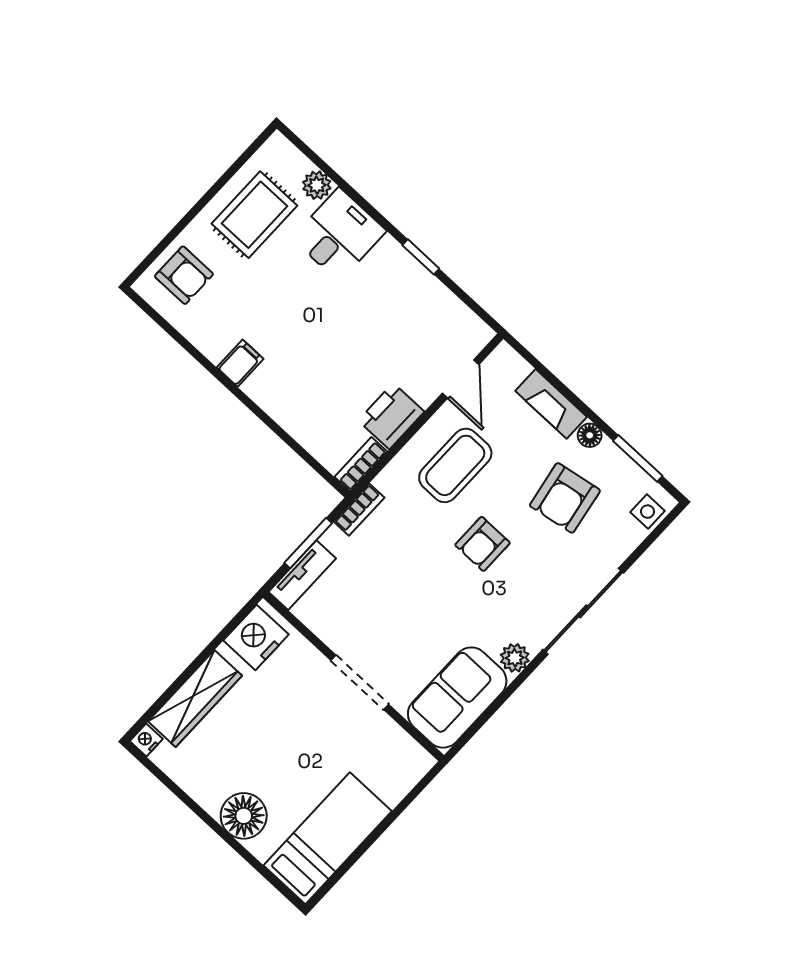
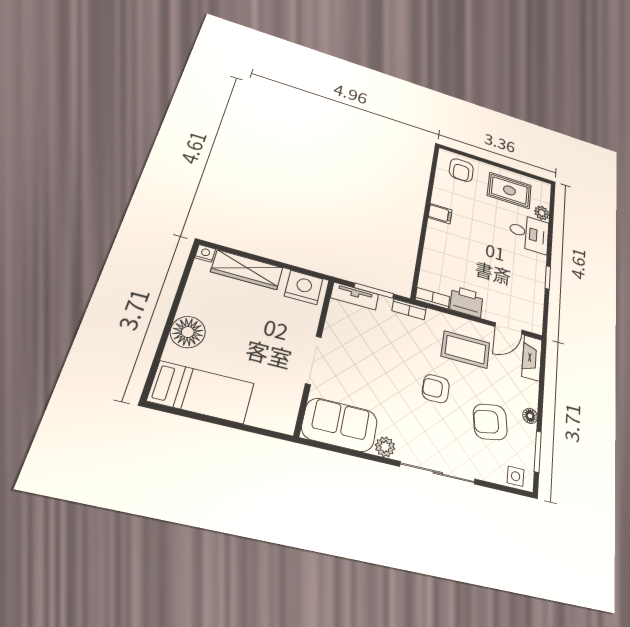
fireplace: (551, 404) -> (532, 358), moved

